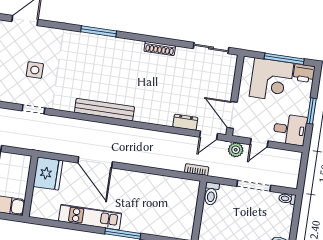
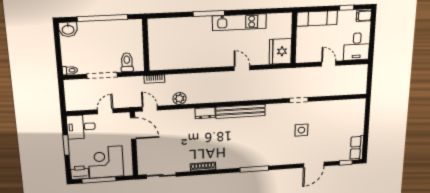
dresser: (185, 122) -> (205, 113), moved
door: (208, 135) -> (150, 109), hinge flipped
plant: (236, 150) -> (179, 99), moved
door: (95, 162) -> (242, 68), width x0.53
toilet: (211, 194) -> (127, 62), moved

